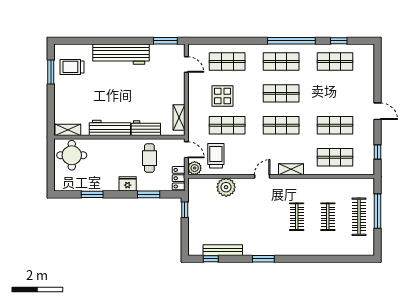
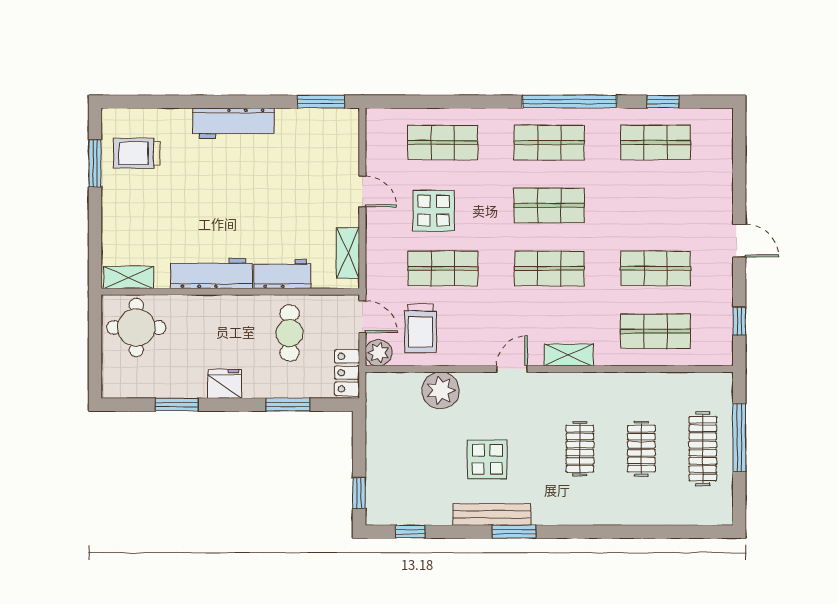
workbench: (121, 54) -> (234, 123), width x0.73, depth x0.76
door: (186, 64) -> (362, 191), moved
trolley: (216, 156) -> (421, 328), turned 180
fridge: (128, 184) -> (225, 384), moved
window: (185, 210) -> (359, 493), moved
display table: (250, 222) -> (487, 459), added
bench: (223, 250) -> (492, 515), moved

